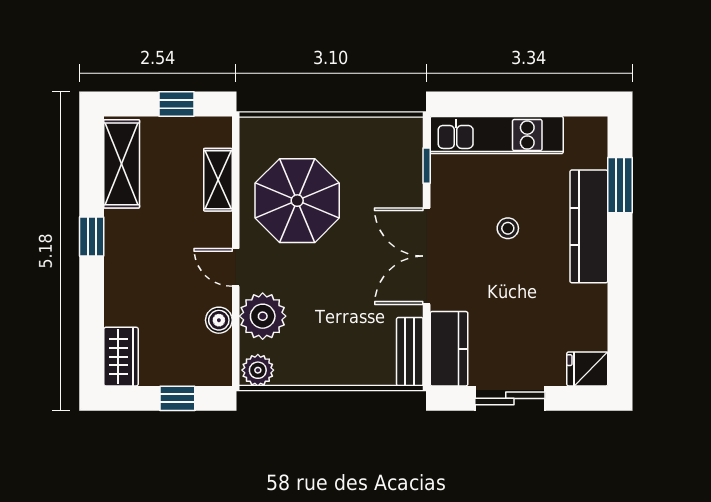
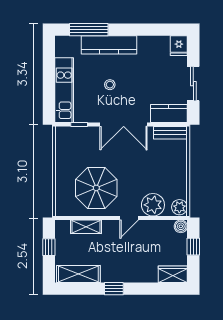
window: (620, 185) -> (89, 30), width x1.44
boiler: (219, 320) -> (181, 226), moved

